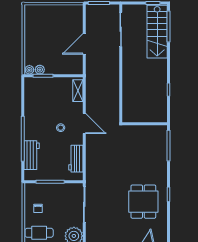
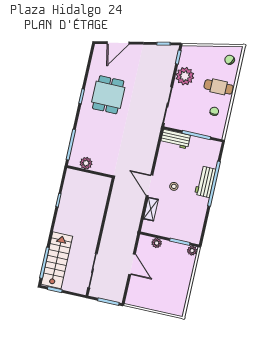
door: (84, 44) -> (132, 264), hinge flipped
plant: (40, 70) -> (157, 243), moved
shelving: (78, 91) -> (151, 209), moved
plant: (150, 131) -> (86, 163), added
workbench: (32, 155) -> (205, 182), moved
workbench: (76, 159) -> (175, 139), moved, turned 90

